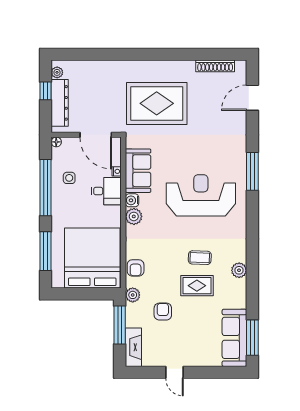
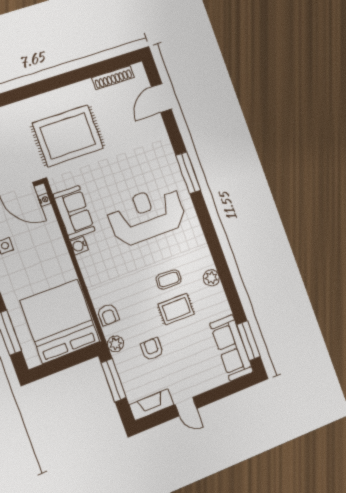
nightstand: (117, 171) -> (44, 200), moved
desk: (106, 191) -> (49, 246), removed
plant: (134, 216) -> (87, 262), removed
fireplace: (133, 347) -> (151, 405), moved, turned -90

